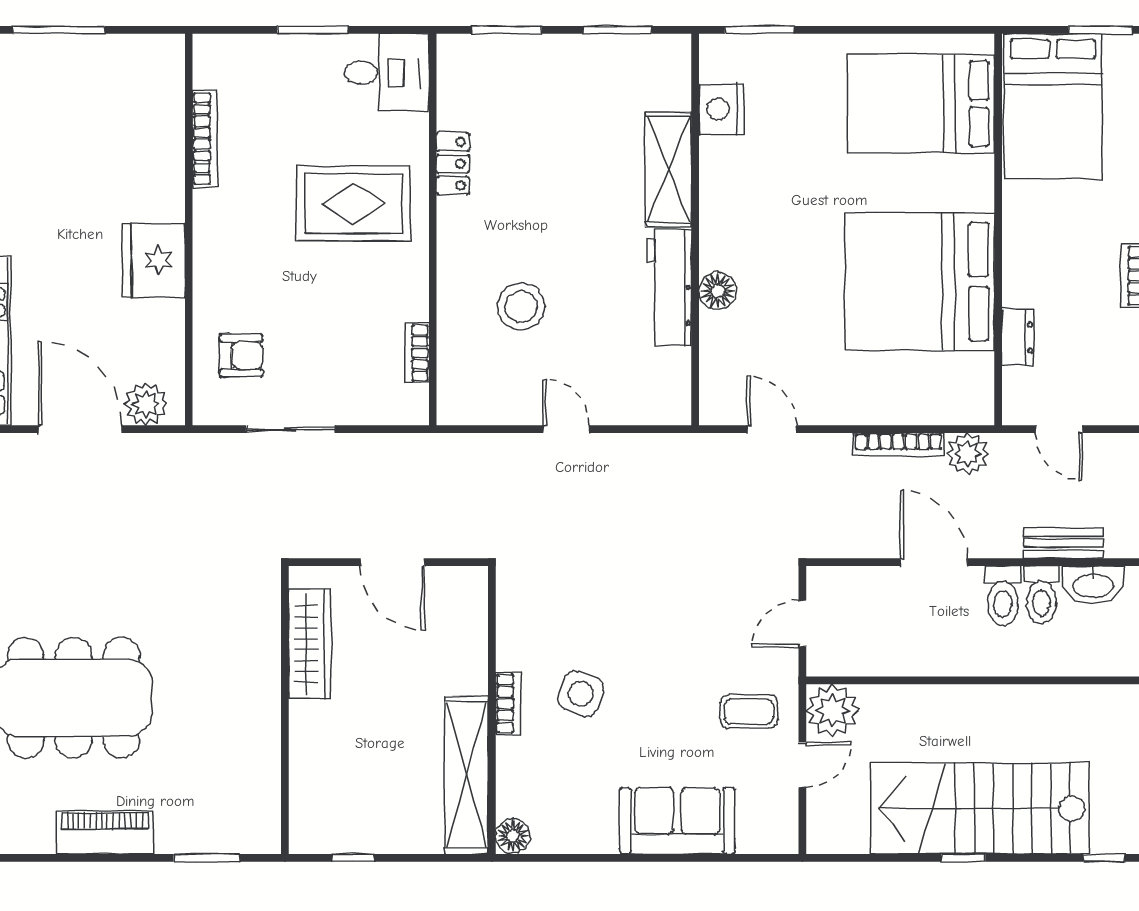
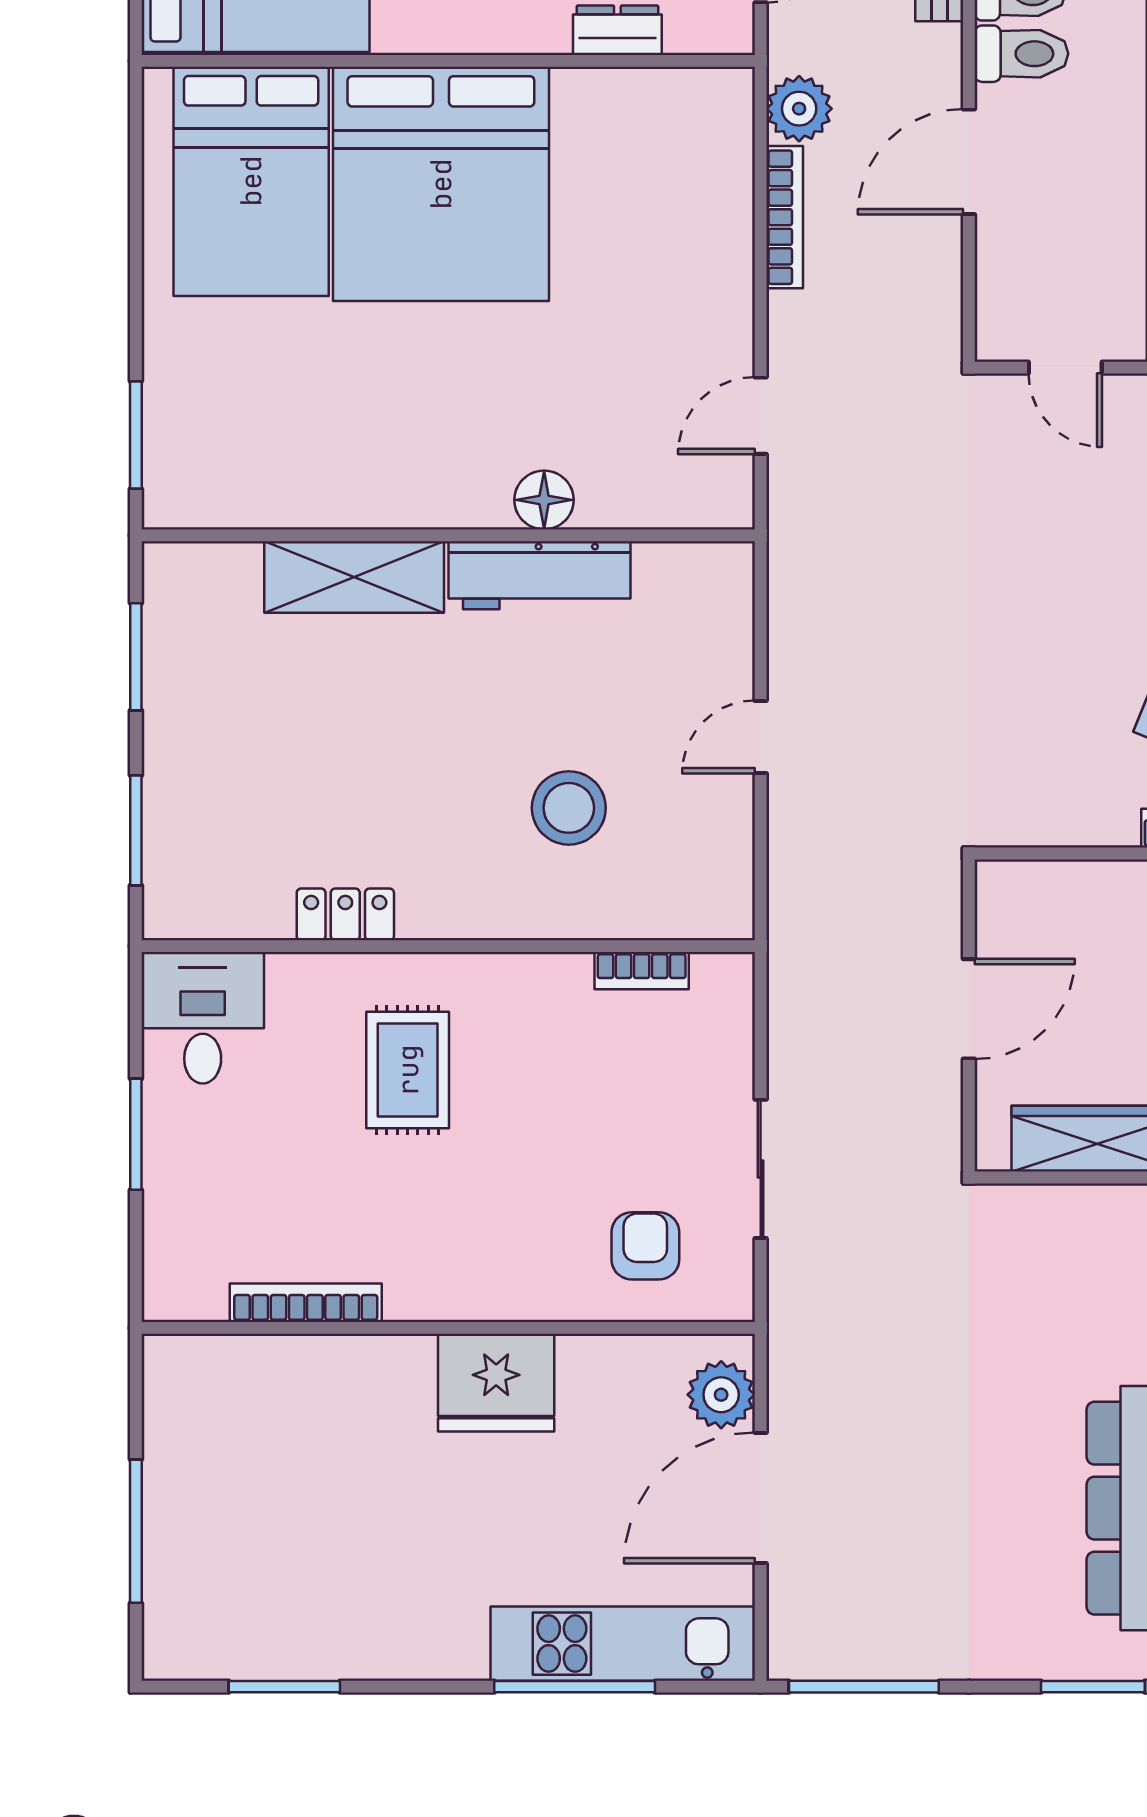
nightstand: (722, 109) -> (260, 494), removed
rug: (354, 204) -> (408, 1070), width x0.73, depth x0.70
bed: (920, 282) -> (441, 184), moved

